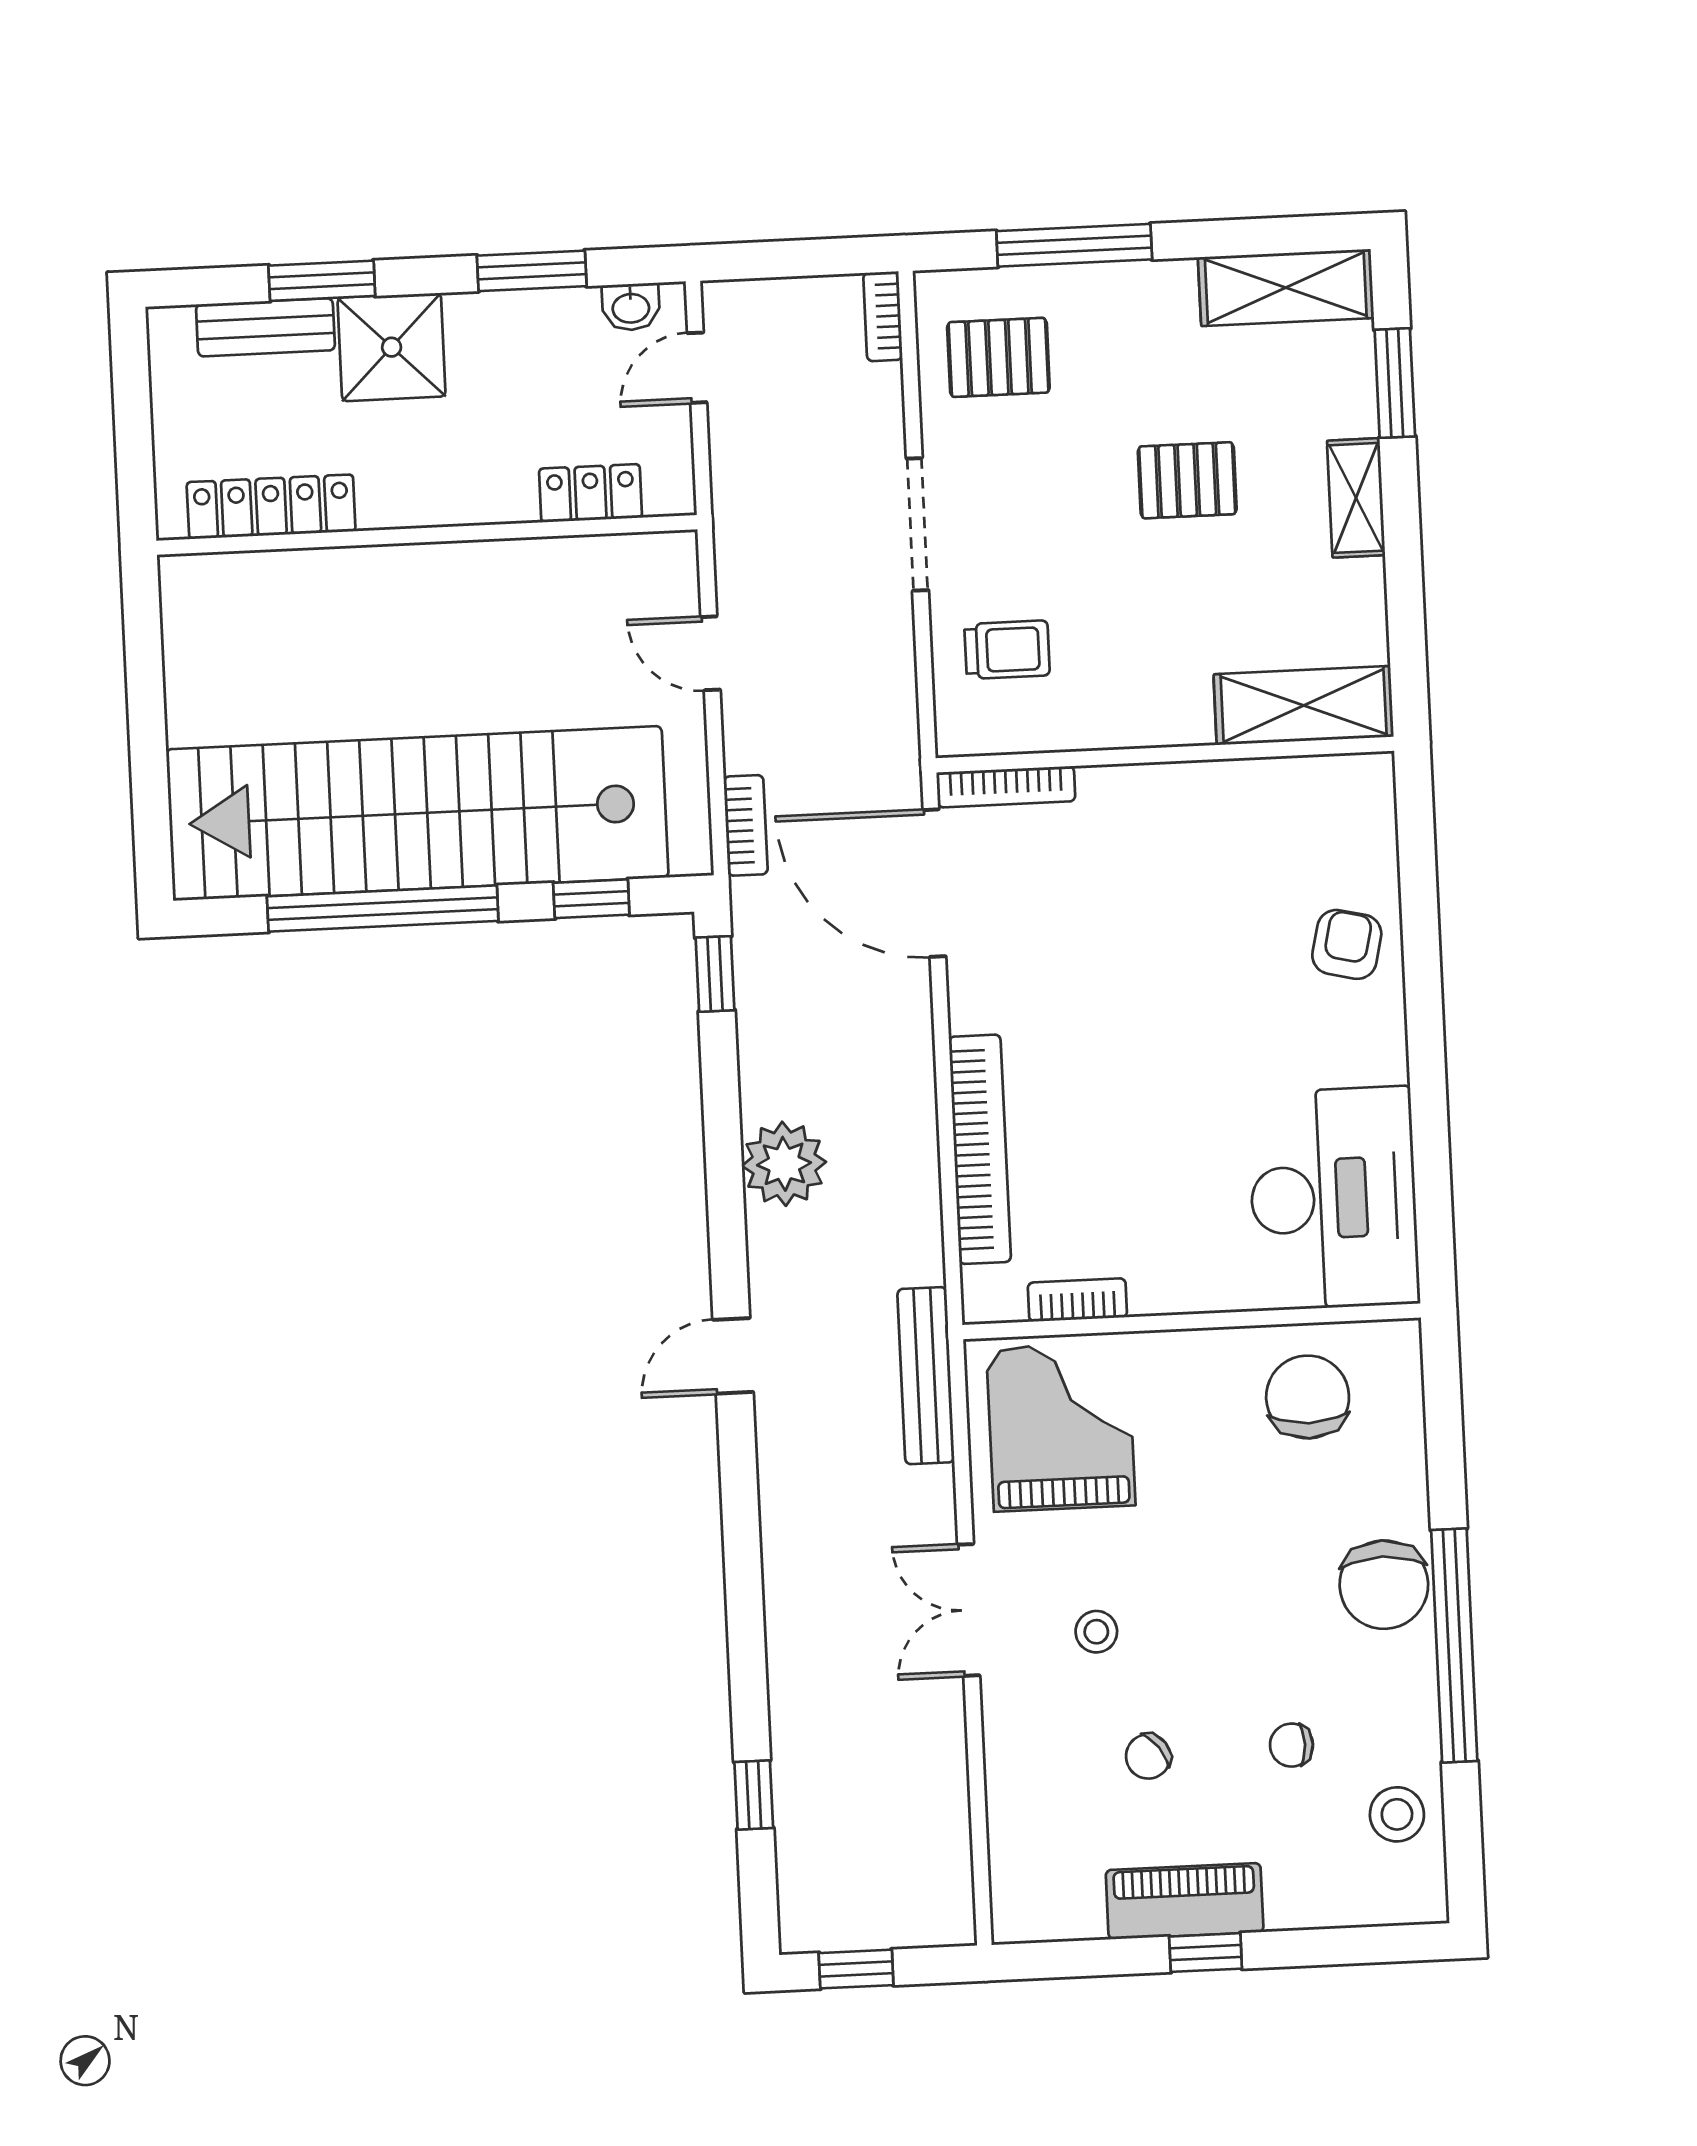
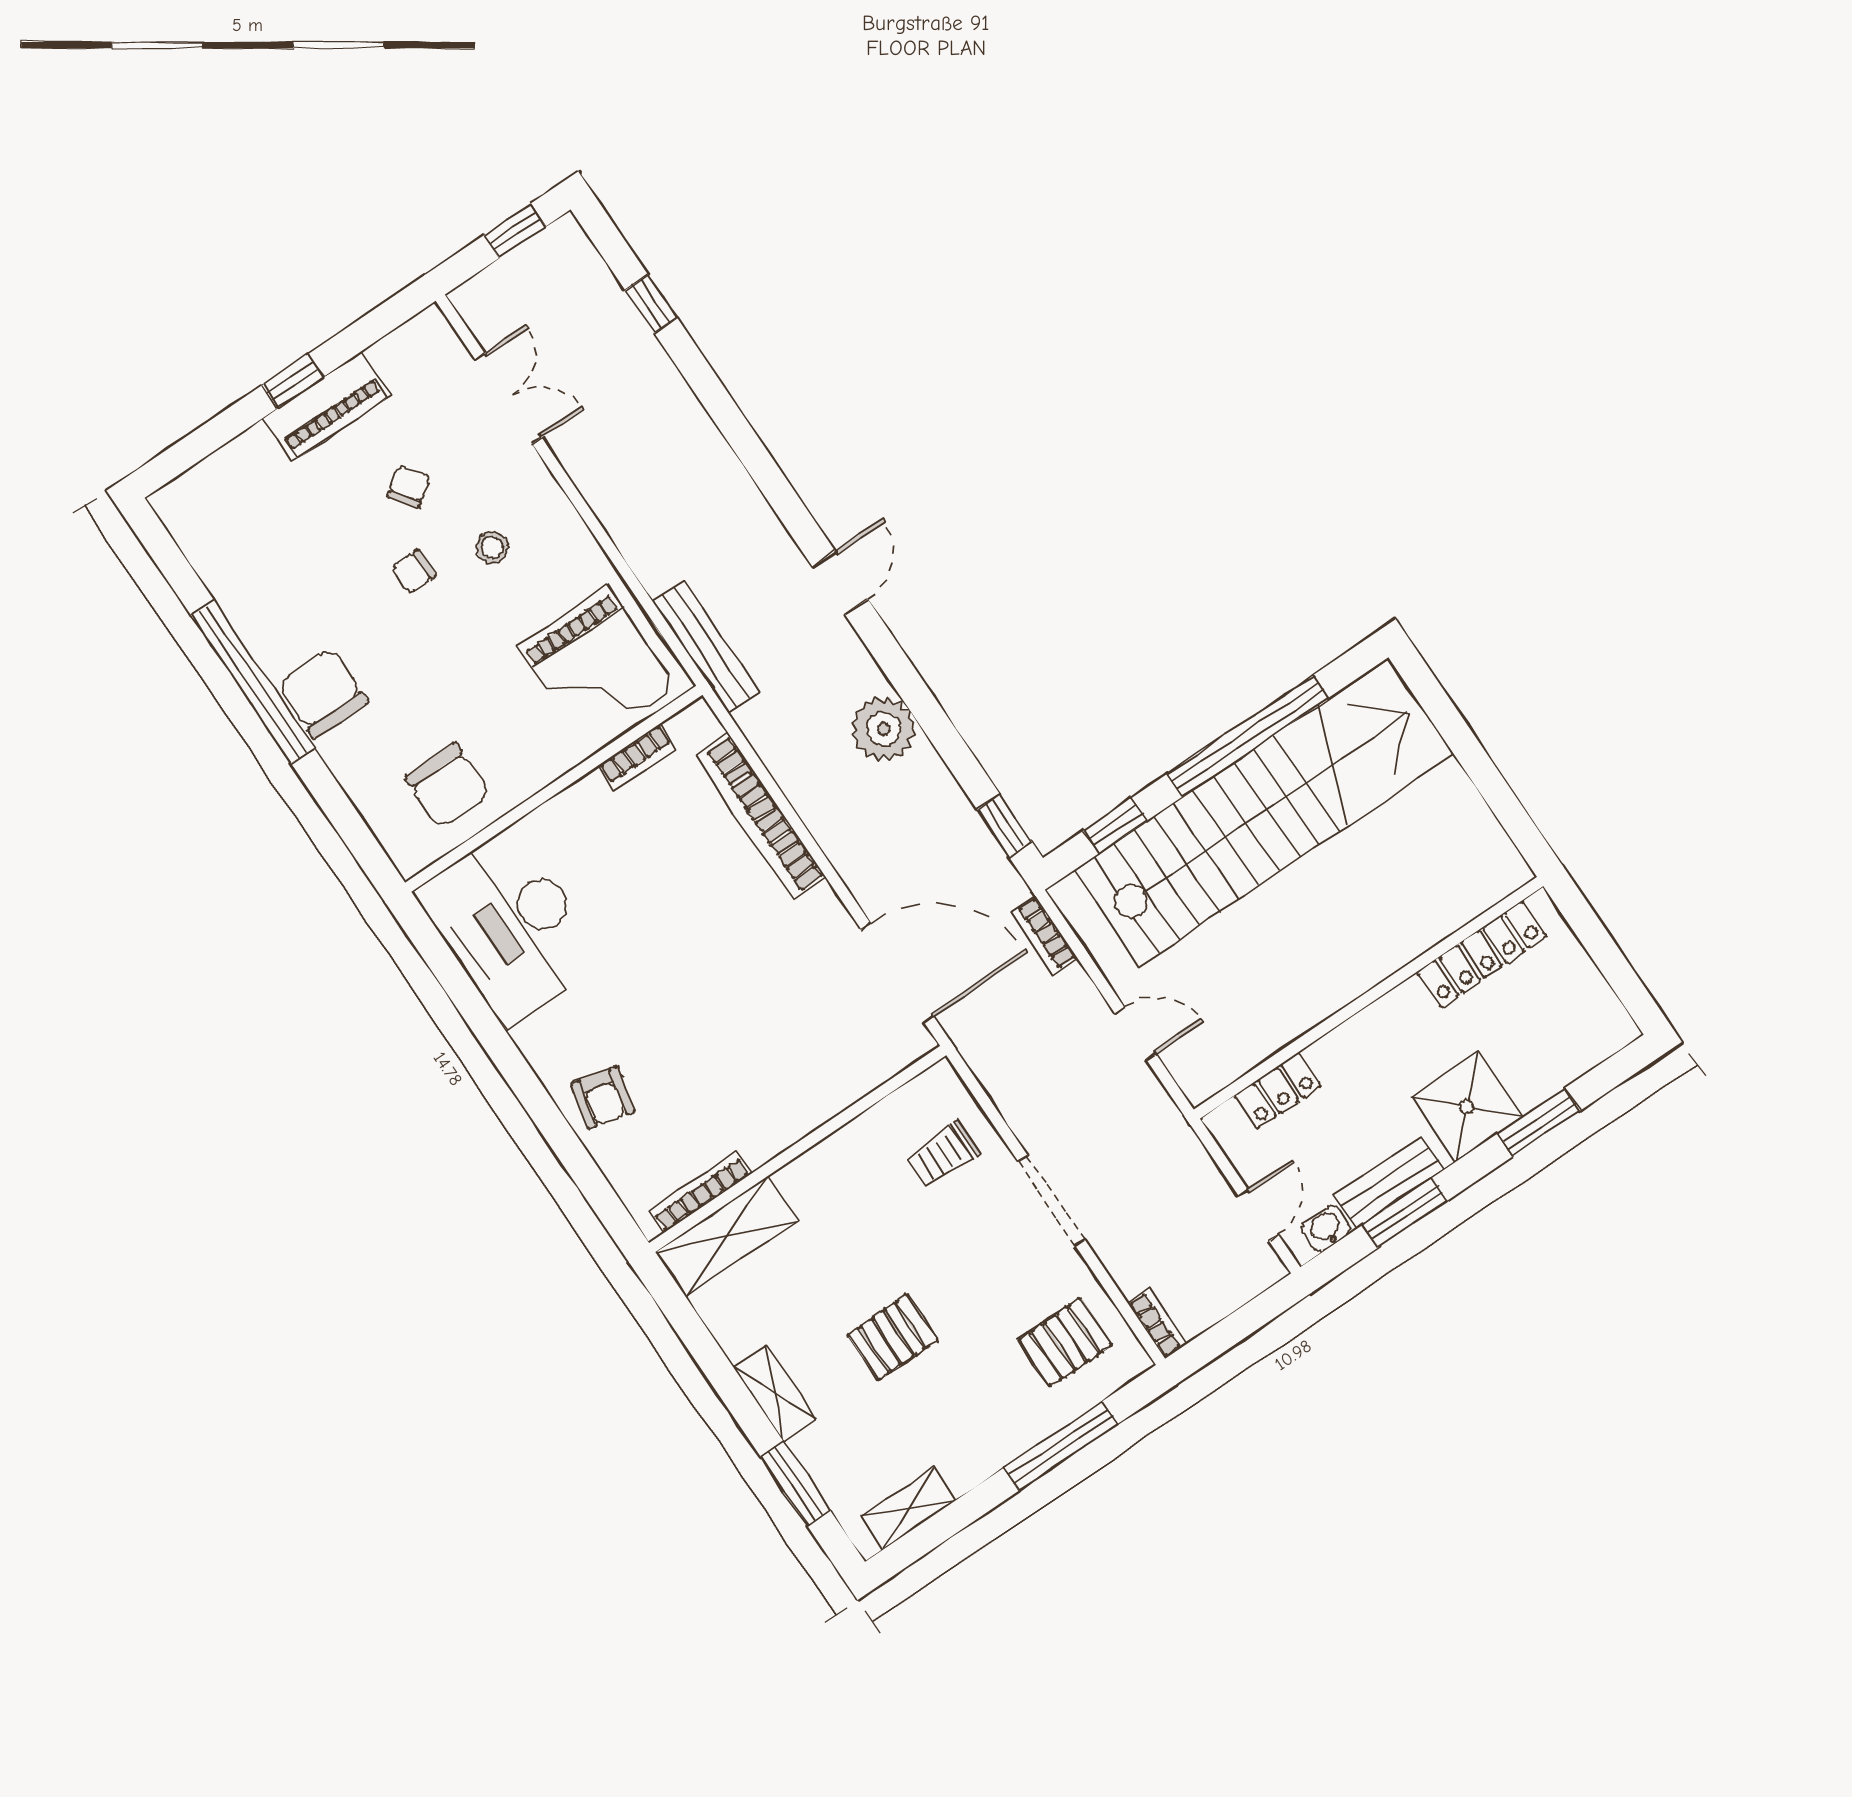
shelving: (1286, 288) -> (909, 1508), width x0.67, depth x0.75
bench: (265, 327) -> (1389, 1183), moved
bookcase: (1006, 787) -> (700, 1192), moved
double door: (969, 1610) -> (508, 398), moved
chair: (1291, 1745) -> (414, 571), moved, turned 180
stool: (1397, 1814) -> (223, 548), removed

